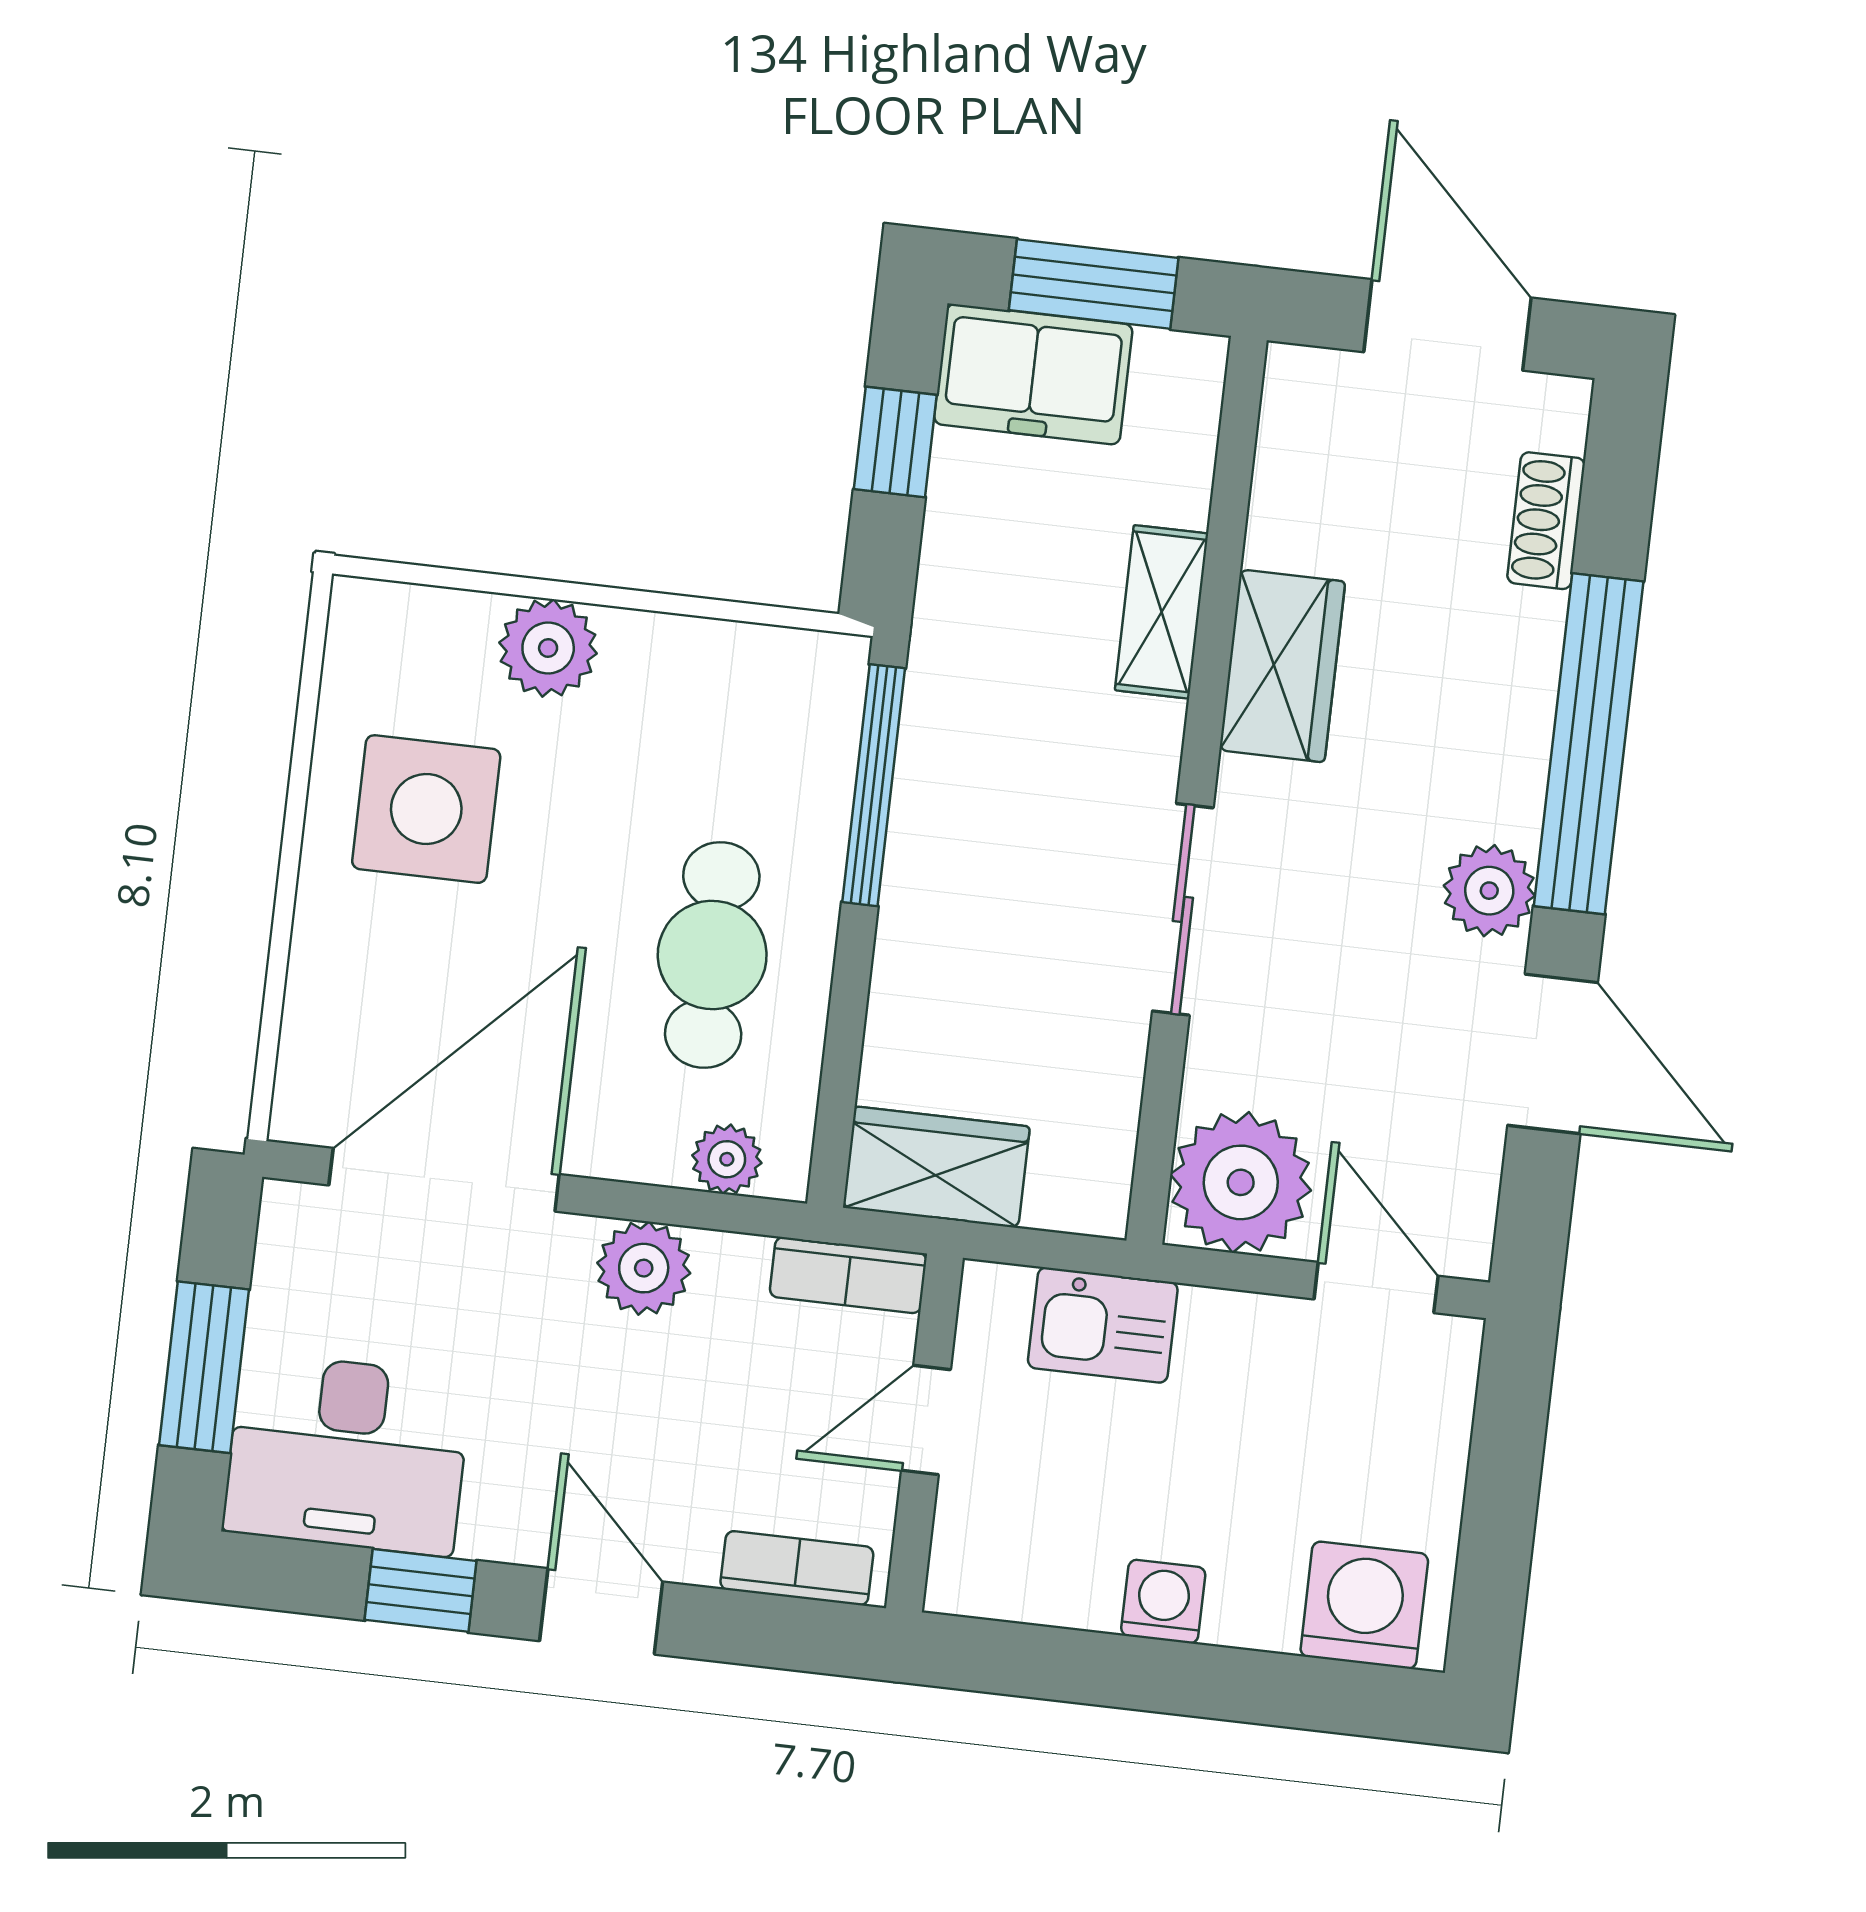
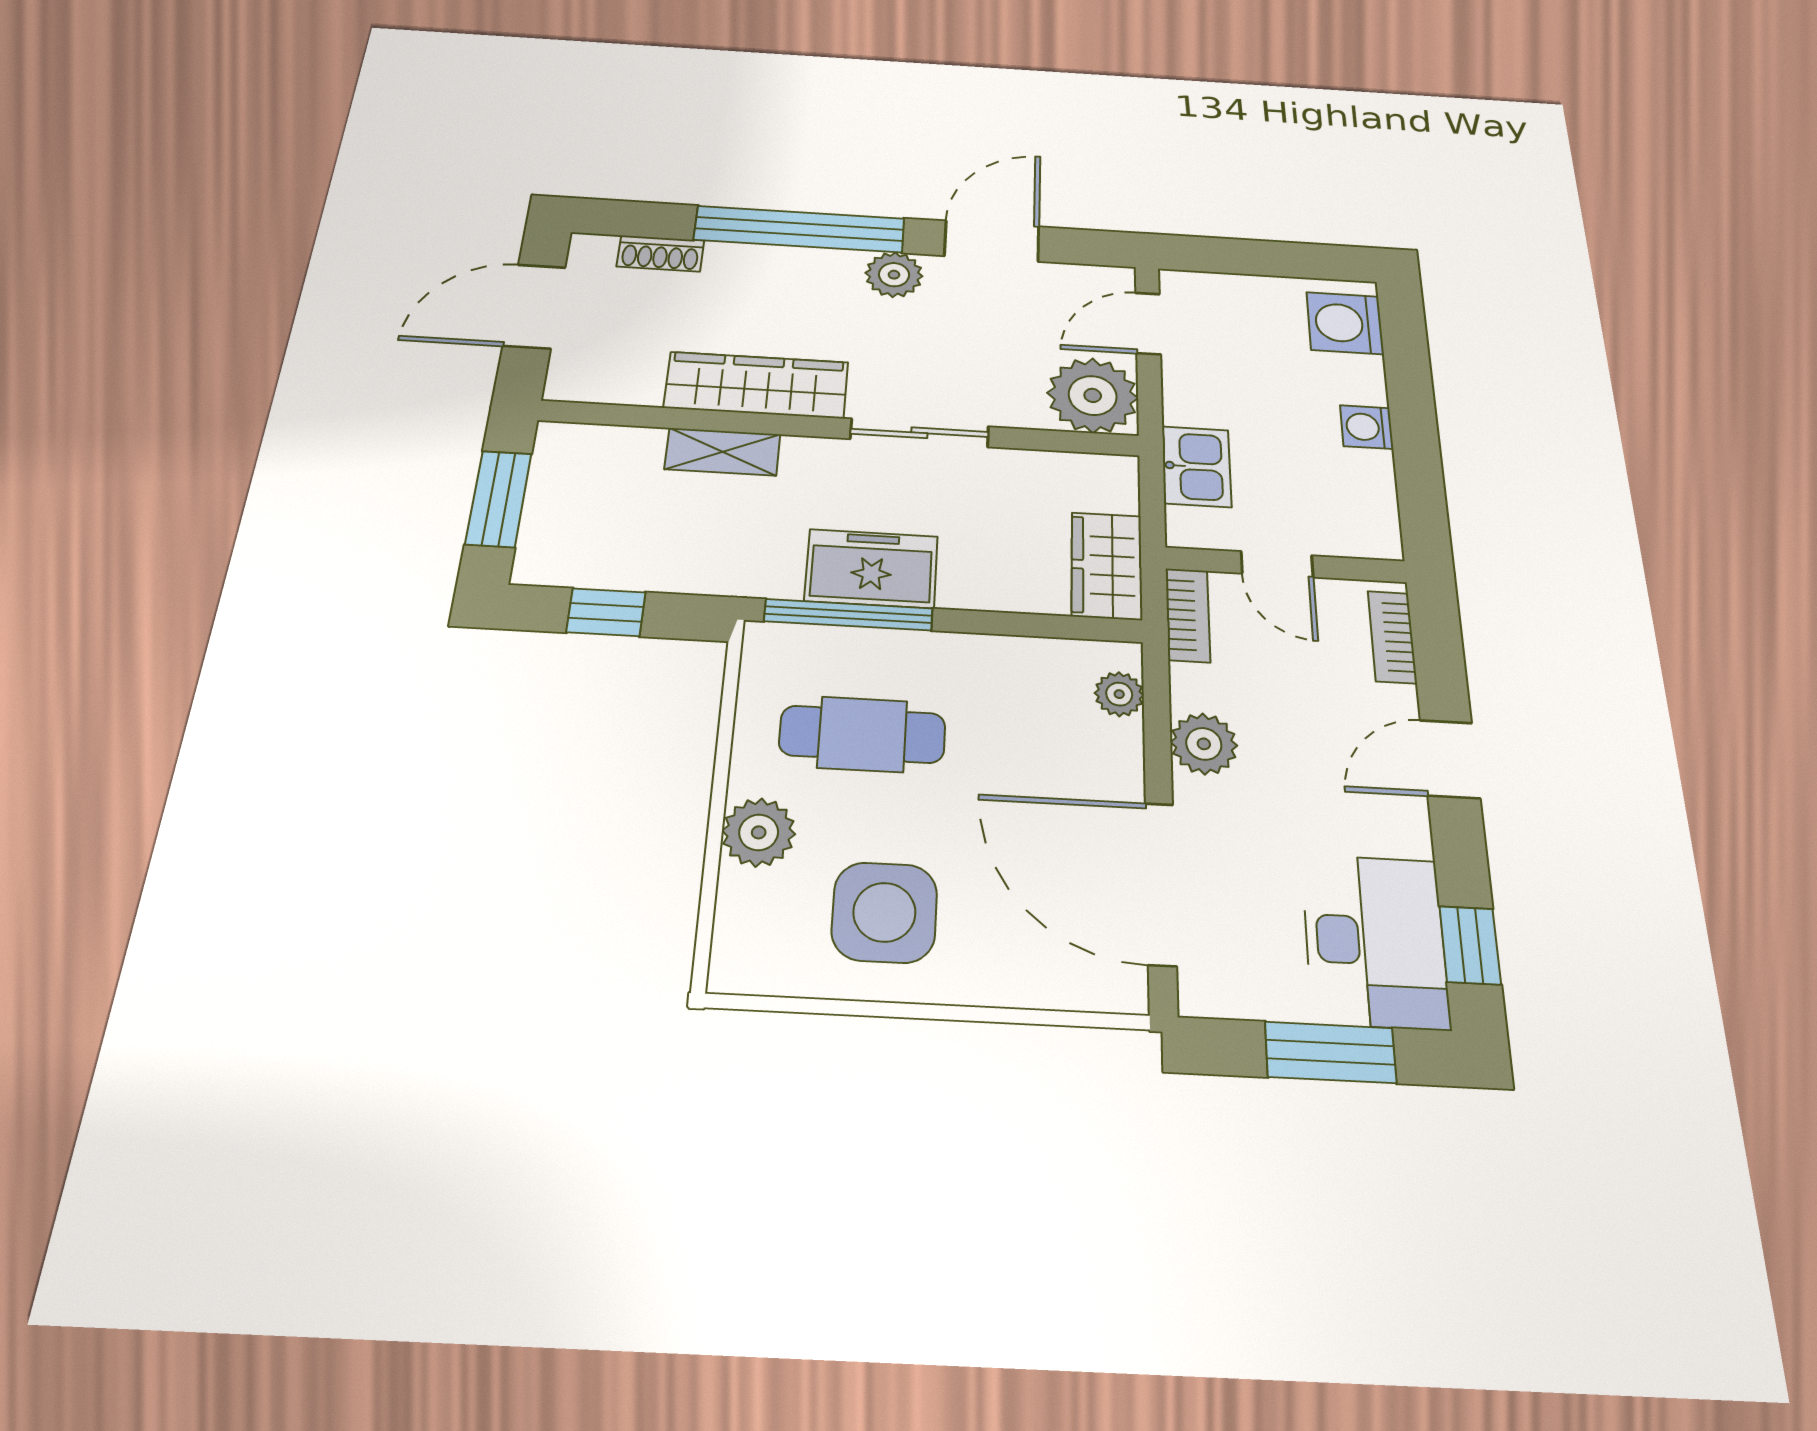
freezer: (1033, 374) -> (871, 569), moved, turned -90
wardrobe: (1282, 666) -> (757, 385), width x1.50
cafe table: (712, 955) -> (862, 734), moved
window: (421, 1590) -> (1470, 945), moved

